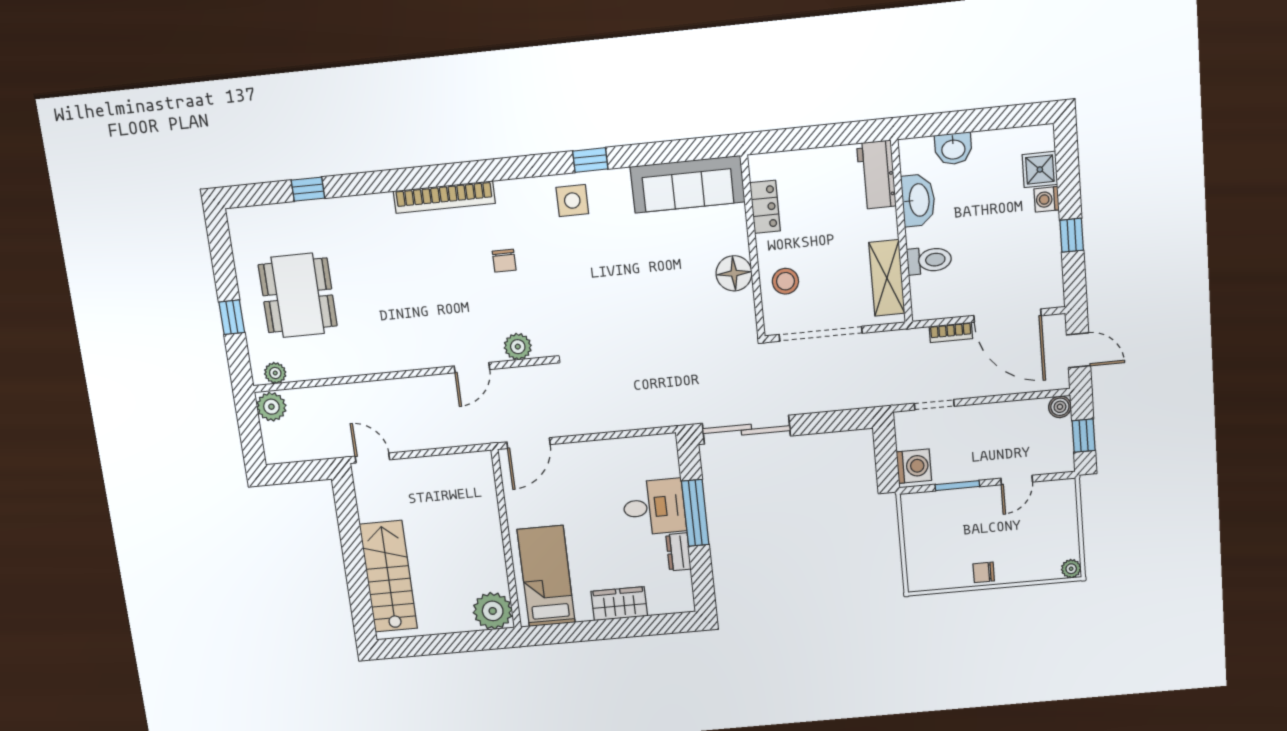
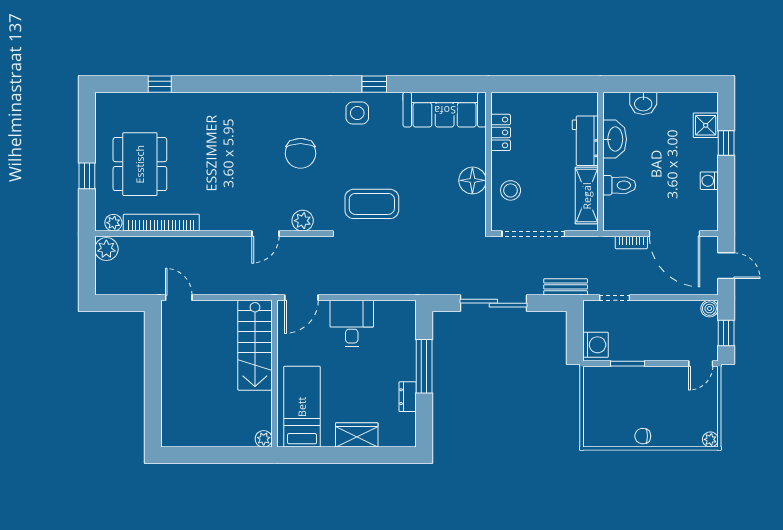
workbench: (876, 175) -> (585, 141), moved
bookcase: (444, 197) -> (161, 223), moved, turned 180
washing machine: (1047, 199) -> (709, 181), moved
window: (1072, 235) -> (726, 143), moved
chair: (504, 261) -> (300, 153), width x1.87, depth x1.87
coffee table: (605, 317) -> (372, 204), added
bench: (869, 397) -> (566, 287), added
sliding door: (746, 430) -> (493, 303), moved
door: (1017, 480) -> (701, 364), moved
desk: (654, 507) -> (352, 323), moved, turned -90
stairs: (388, 576) -> (255, 345), moved, turned 180
plant: (493, 611) -> (264, 439), width x0.53, depth x0.53

